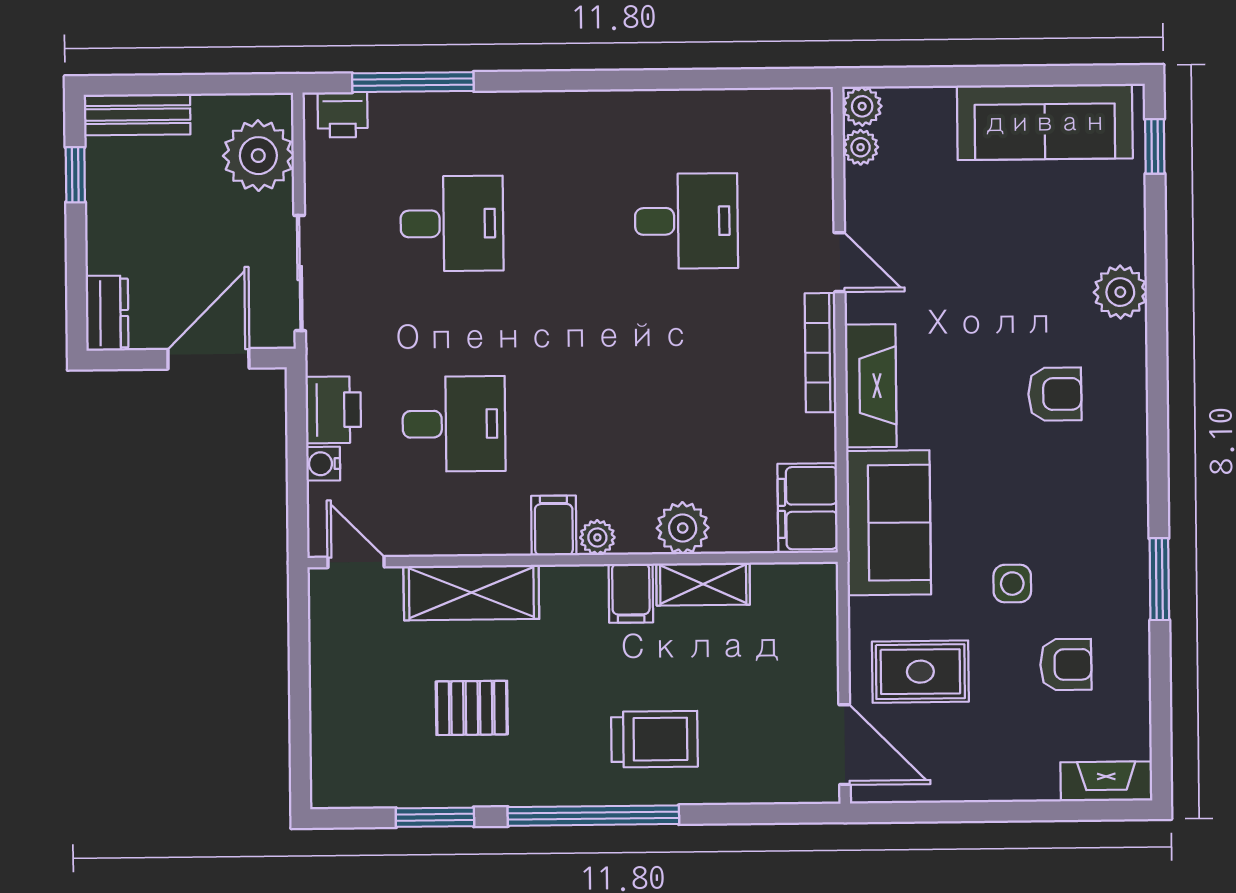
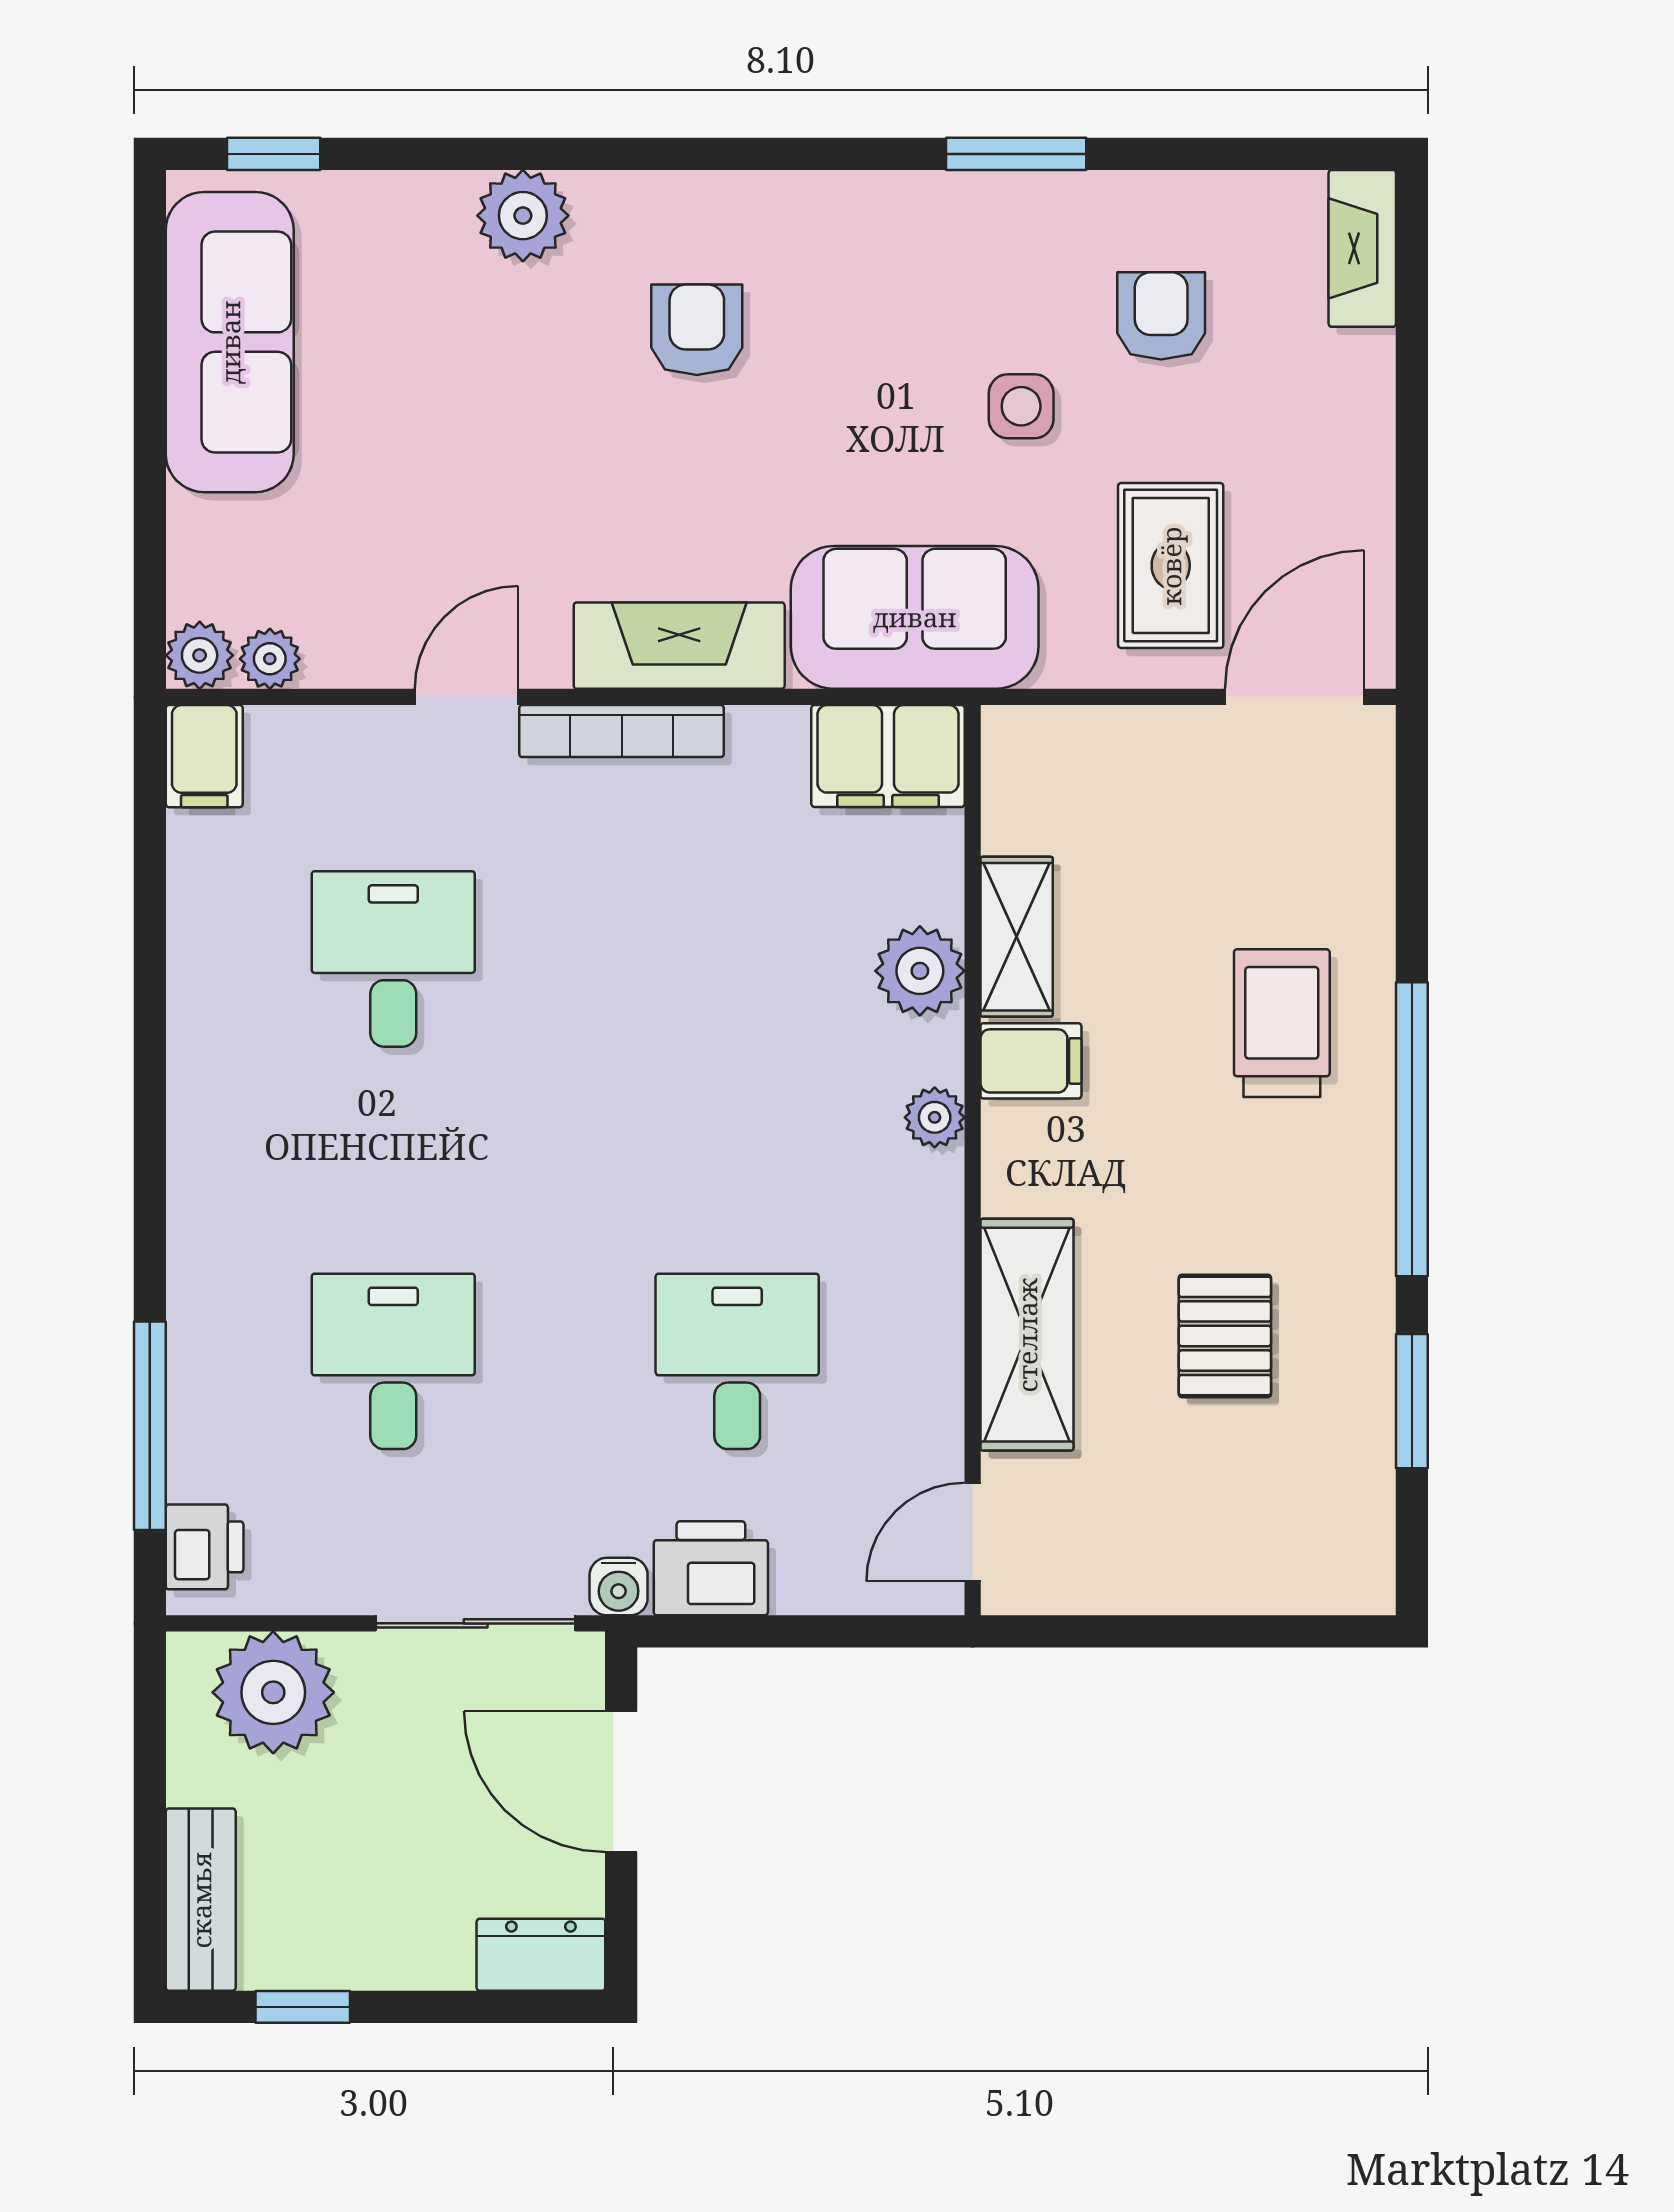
water cooler: (323, 464) -> (619, 1587), moved
filing cabinet: (554, 526) -> (204, 756), moved, turned -90

